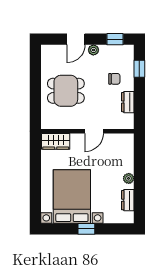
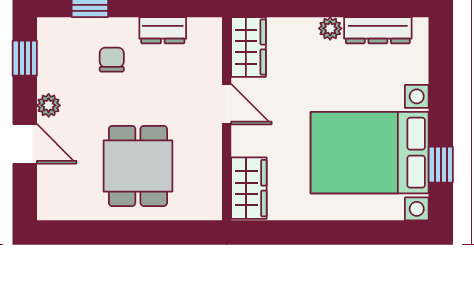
wardrobe: (120, 141) -> (249, 47), added
dresser: (128, 200) -> (378, 30), width x1.44
window: (86, 229) -> (441, 165), moved

